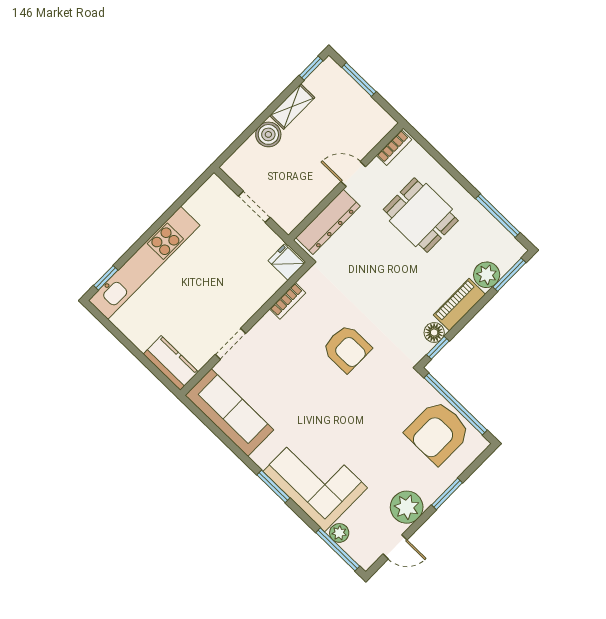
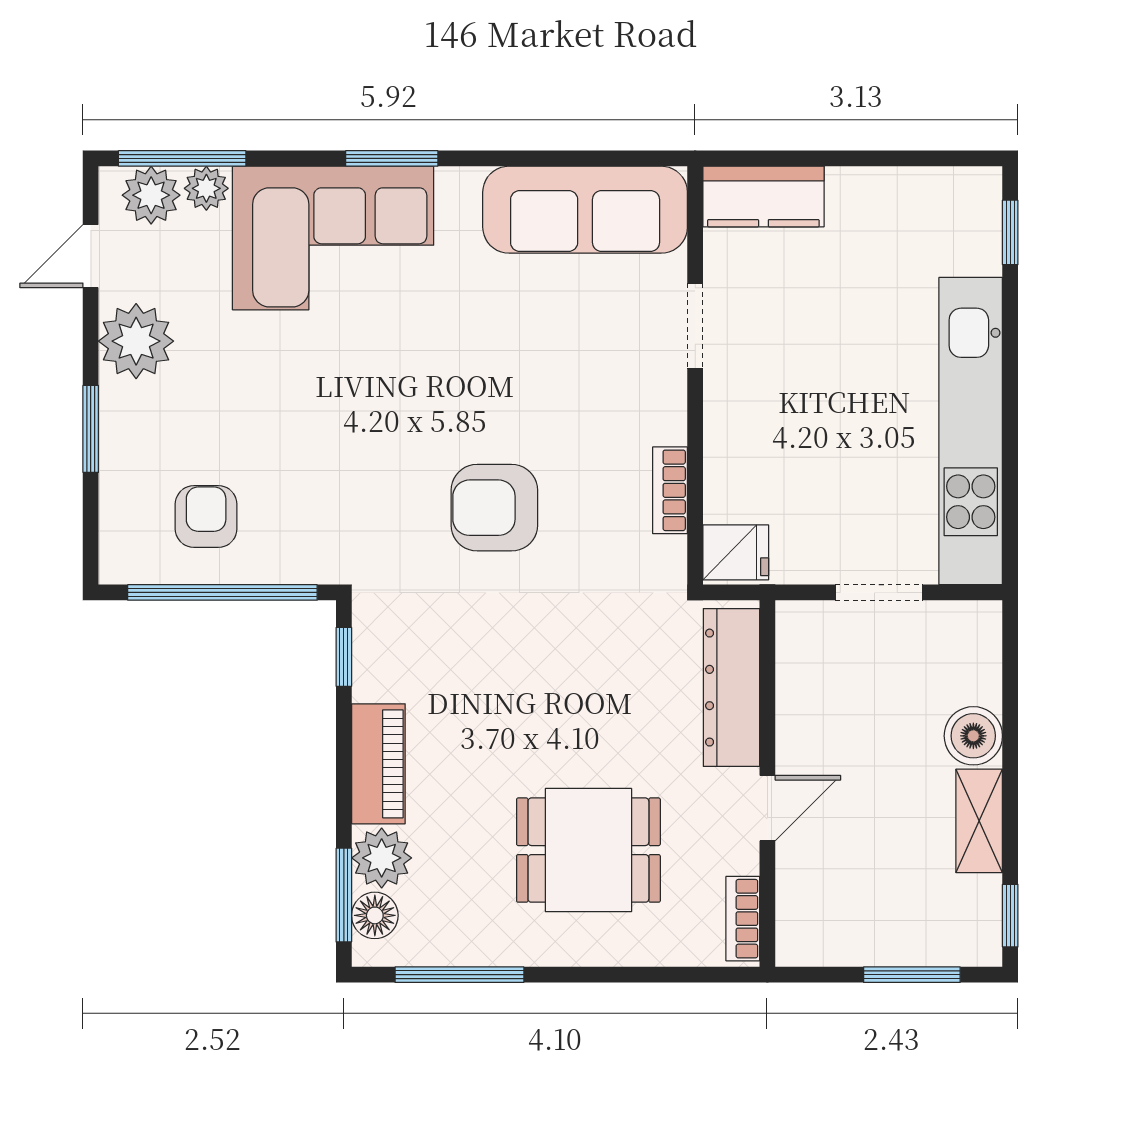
kitchen unit: (144, 263) -> (971, 431), moved
floor lamp: (434, 333) -> (375, 915), moved
armchair: (438, 432) -> (206, 517), width x0.53, depth x0.53
plant: (358, 547) -> (151, 195), added

